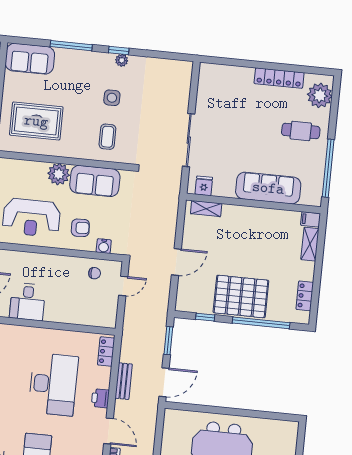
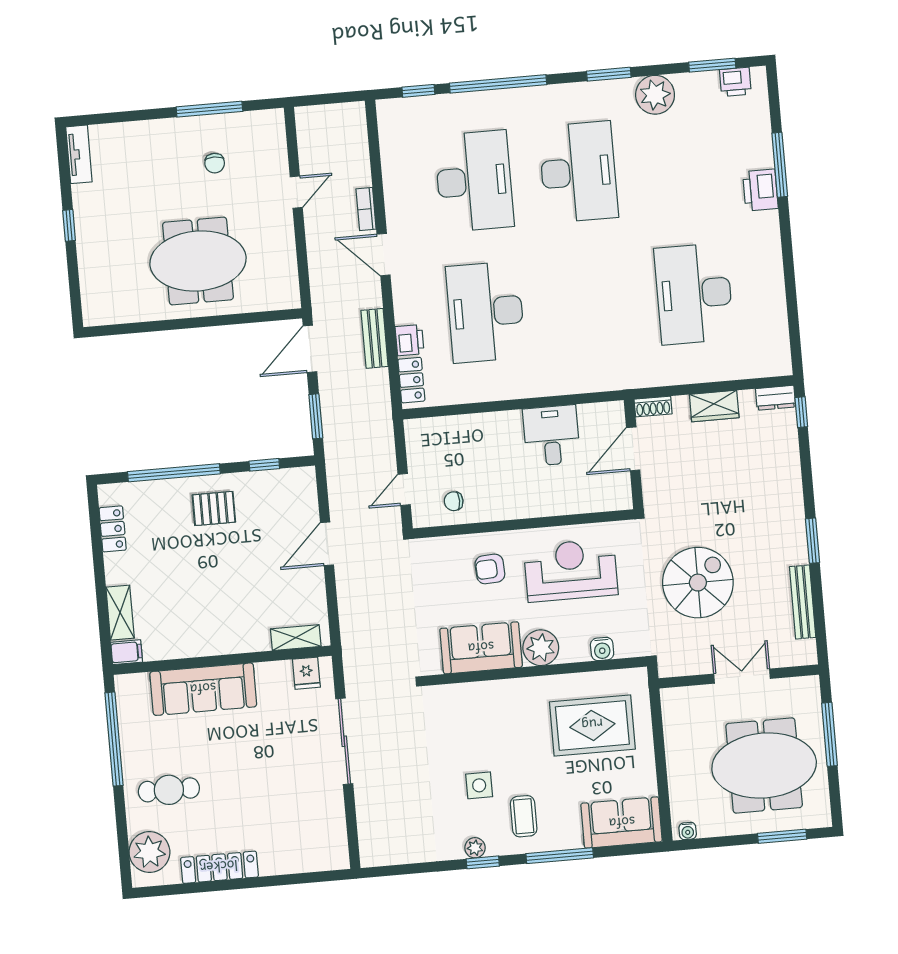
coffee table: (107, 137) -> (524, 816), moved
water cooler: (104, 246) -> (602, 649), moved, turned 180
pallet: (241, 296) -> (214, 508), width x0.49, depth x0.50
printer: (100, 398) -> (410, 340), moved

